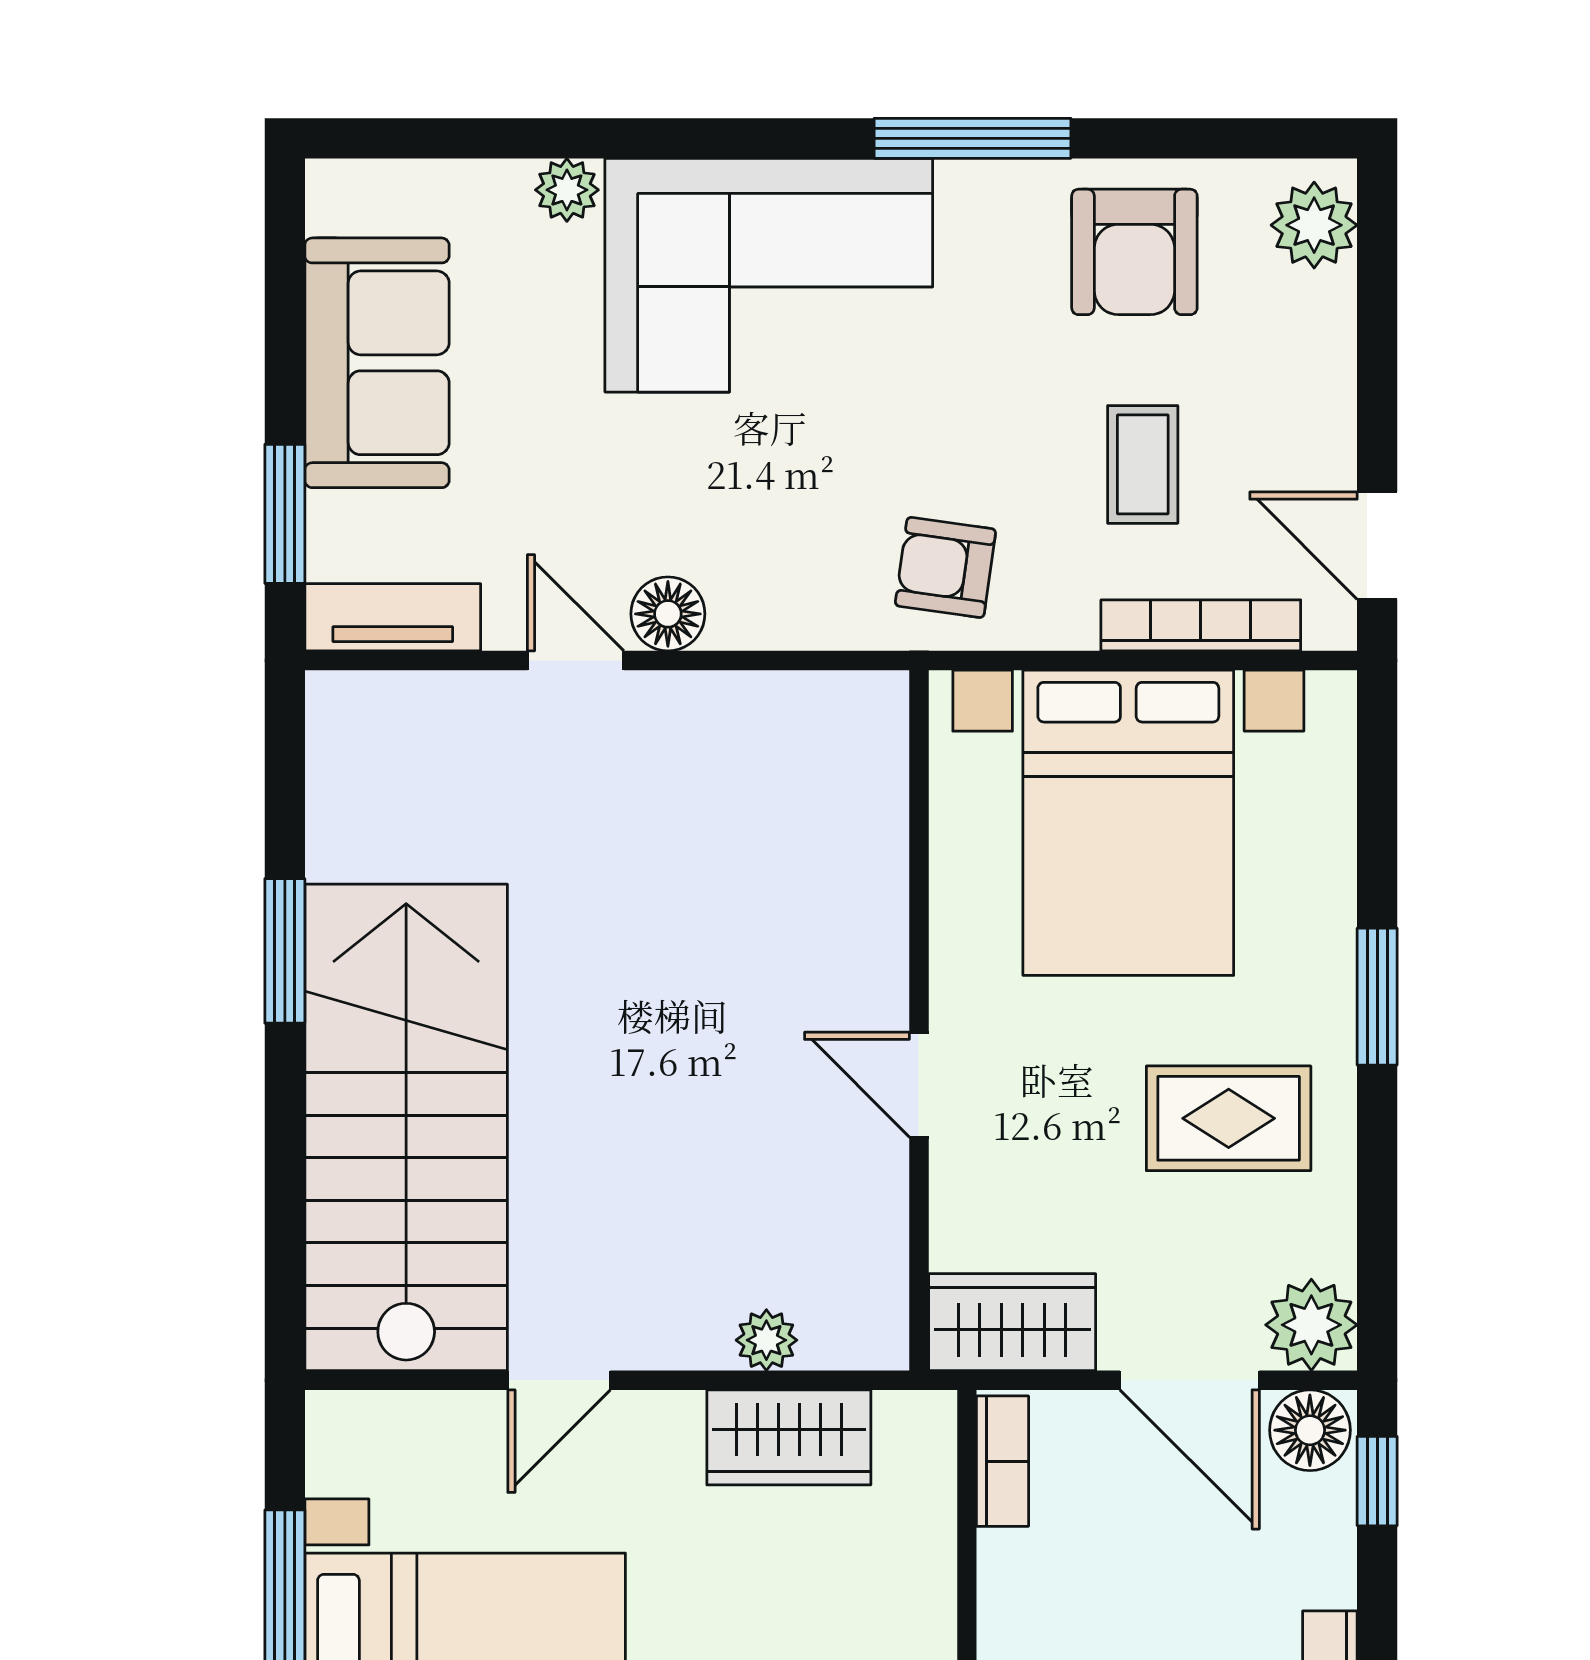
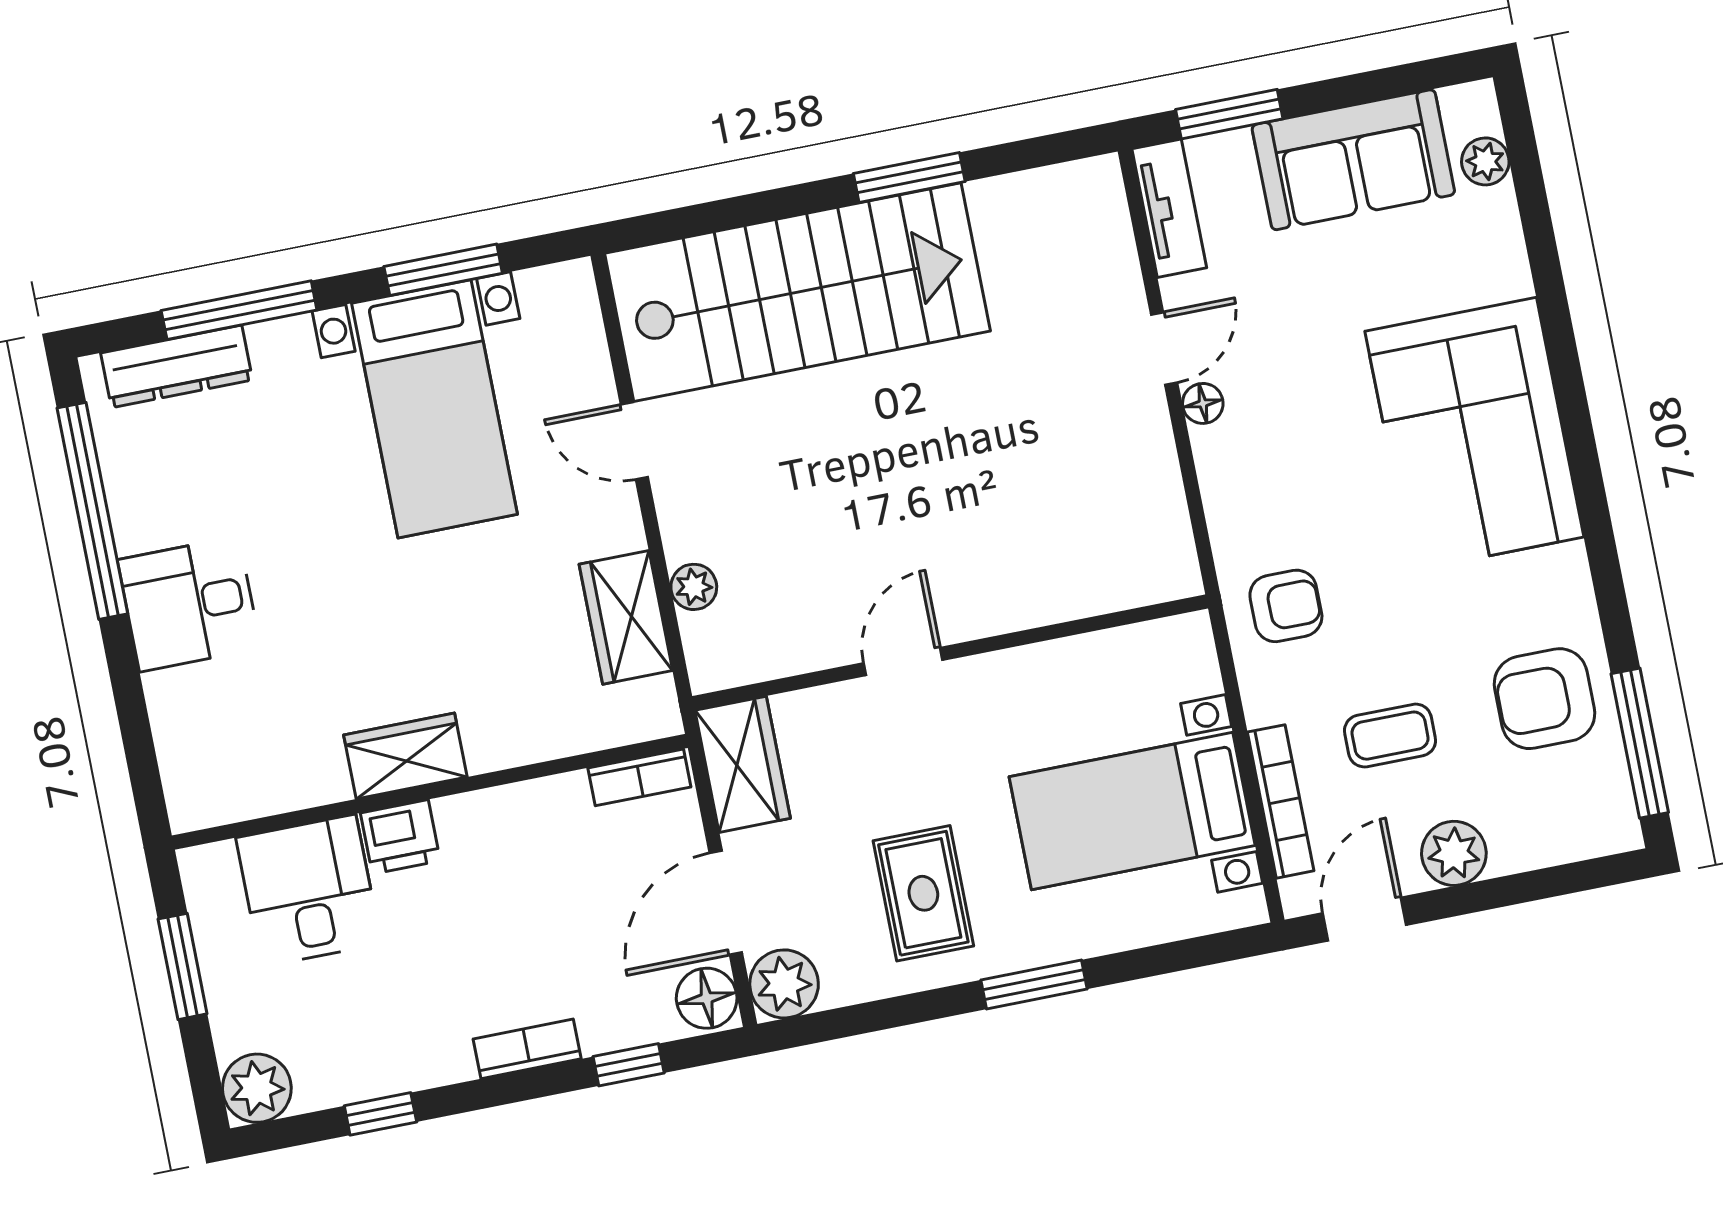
window: (972, 138) -> (1640, 743), moved
plant: (567, 190) -> (1485, 161), moved
plant: (1314, 225) -> (1454, 853), moved
armchair: (945, 567) -> (1286, 606), turned 82
floor lamp: (668, 614) -> (1203, 403), width x0.73, depth x0.73
bed with nightstands: (1128, 823) -> (1132, 811), width x0.73
window: (1377, 1481) -> (629, 1065), moved

